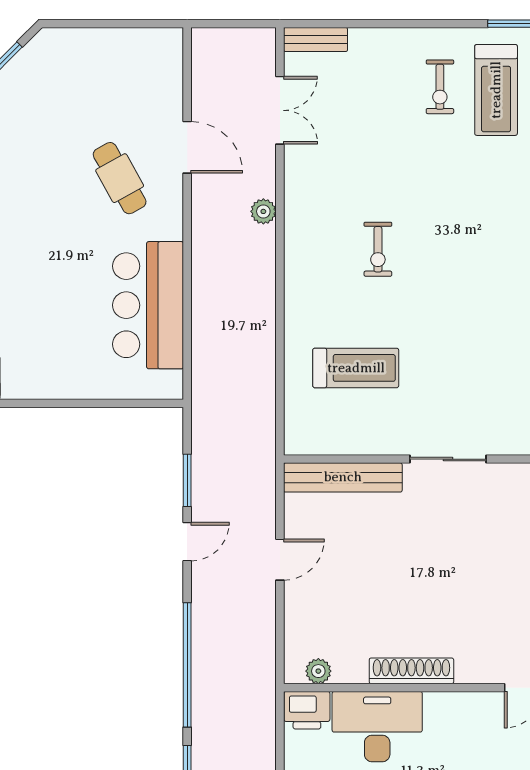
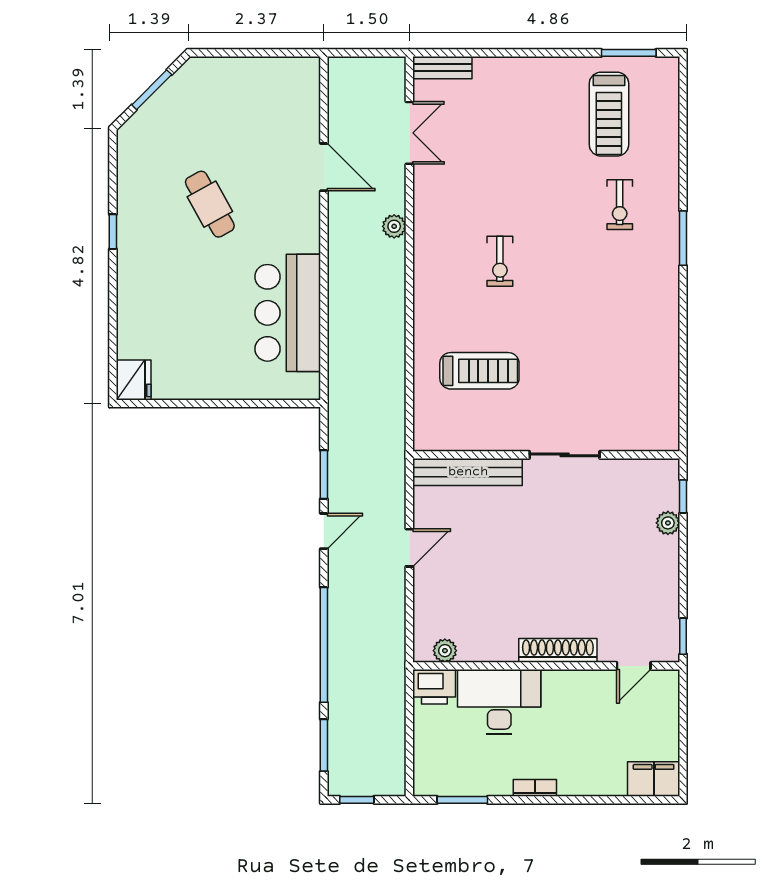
exercise bike: (440, 87) -> (620, 205), moved
cafe table: (120, 178) -> (210, 204), moved
shoe rack: (411, 671) -> (558, 650), moved

